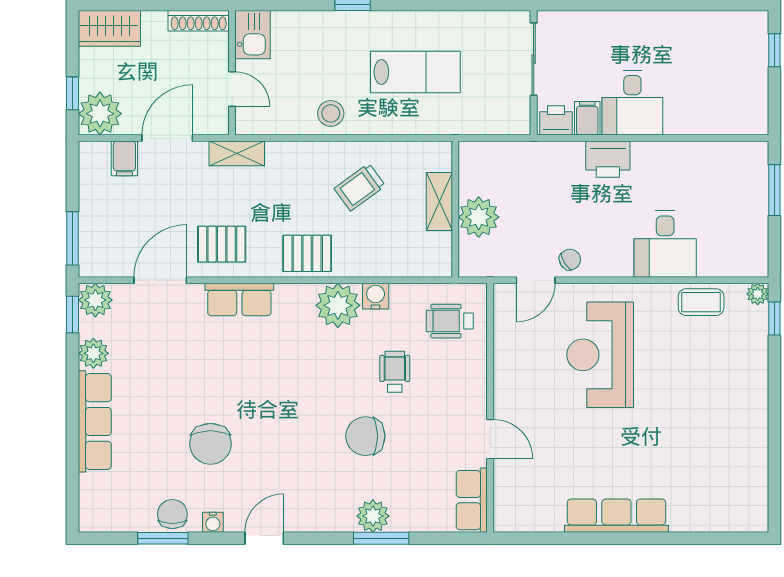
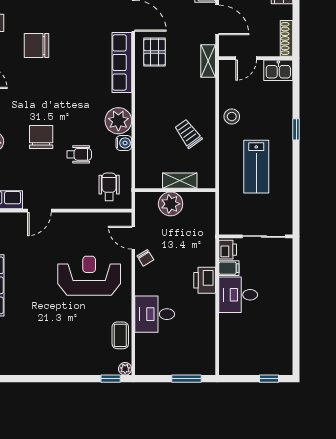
pallet: (307, 253) -> (149, 103), removed
row of seats: (239, 299) -> (122, 62), width x1.48

